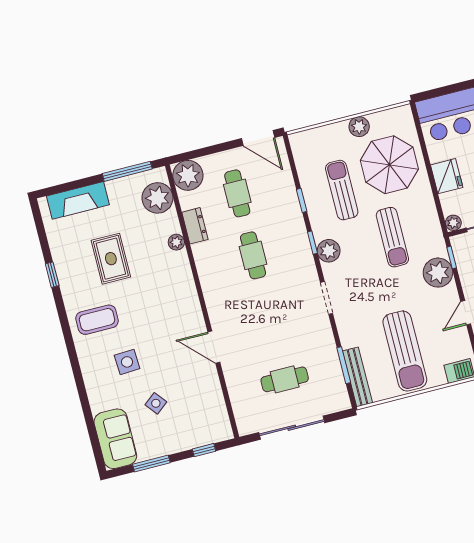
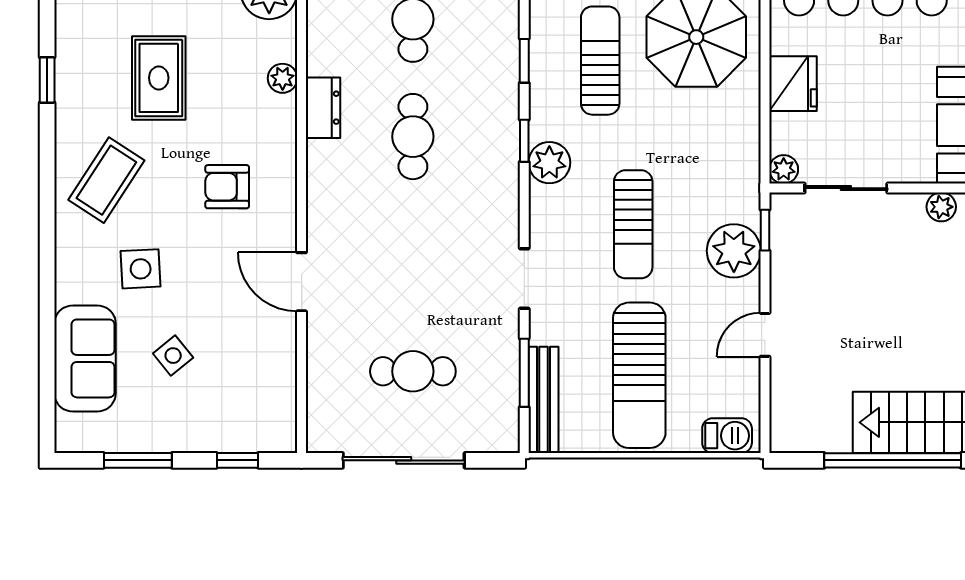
dresser: (195, 226) -> (323, 108), moved
sun lounger: (392, 237) -> (633, 224), moved
doorway: (327, 298) -> (524, 278), moved
armchair: (162, 307) -> (227, 187), added
coffee table: (97, 320) -> (106, 180), turned -57
sofa: (115, 439) -> (85, 358), moved

